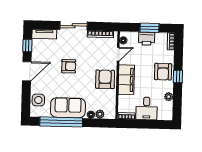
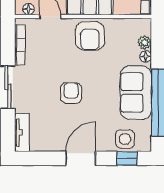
window: (27, 45) -> (127, 158), moved
door: (27, 71) -> (81, 158), hinge flipped
armchair: (105, 79) -> (90, 36), turned -90

